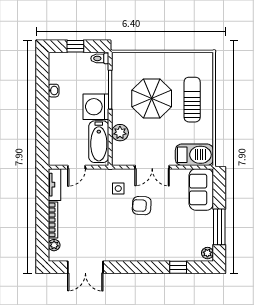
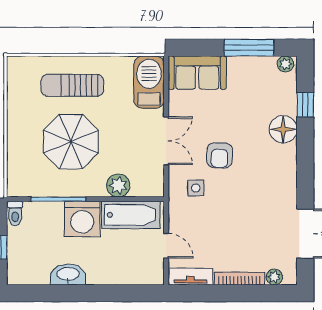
washbasin: (54, 91) -> (68, 274), width x1.91, depth x1.45
floor lamp: (160, 251) -> (283, 129), added

